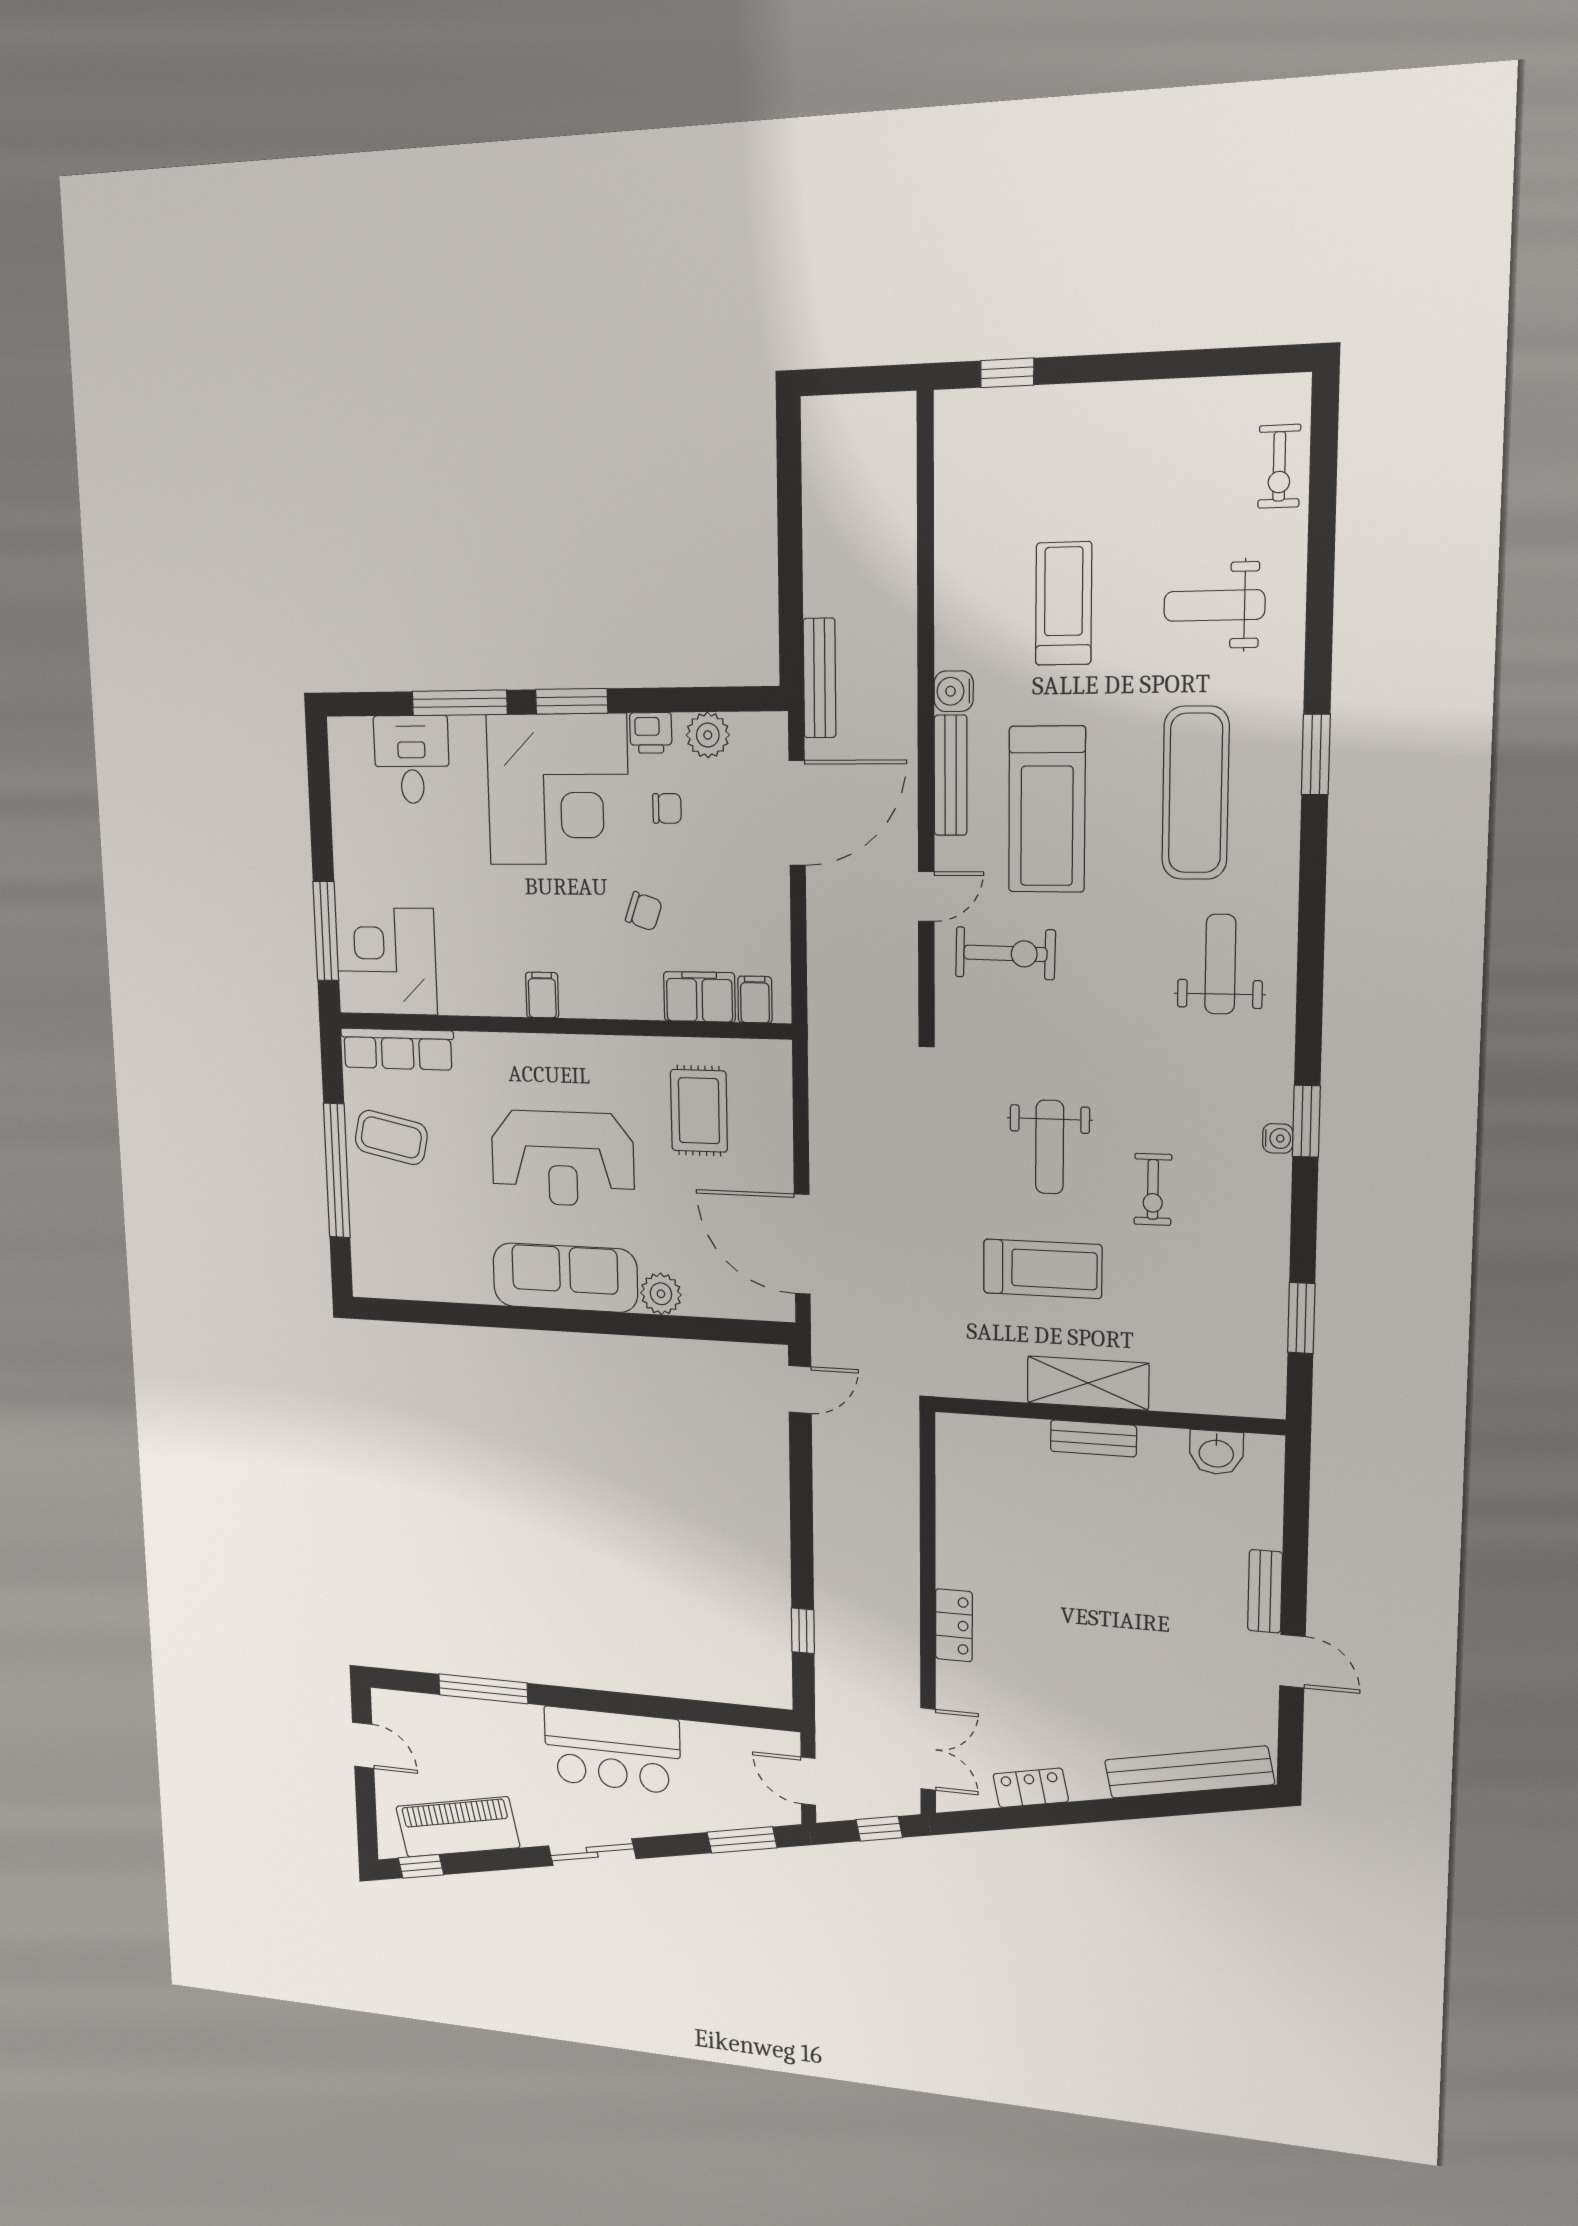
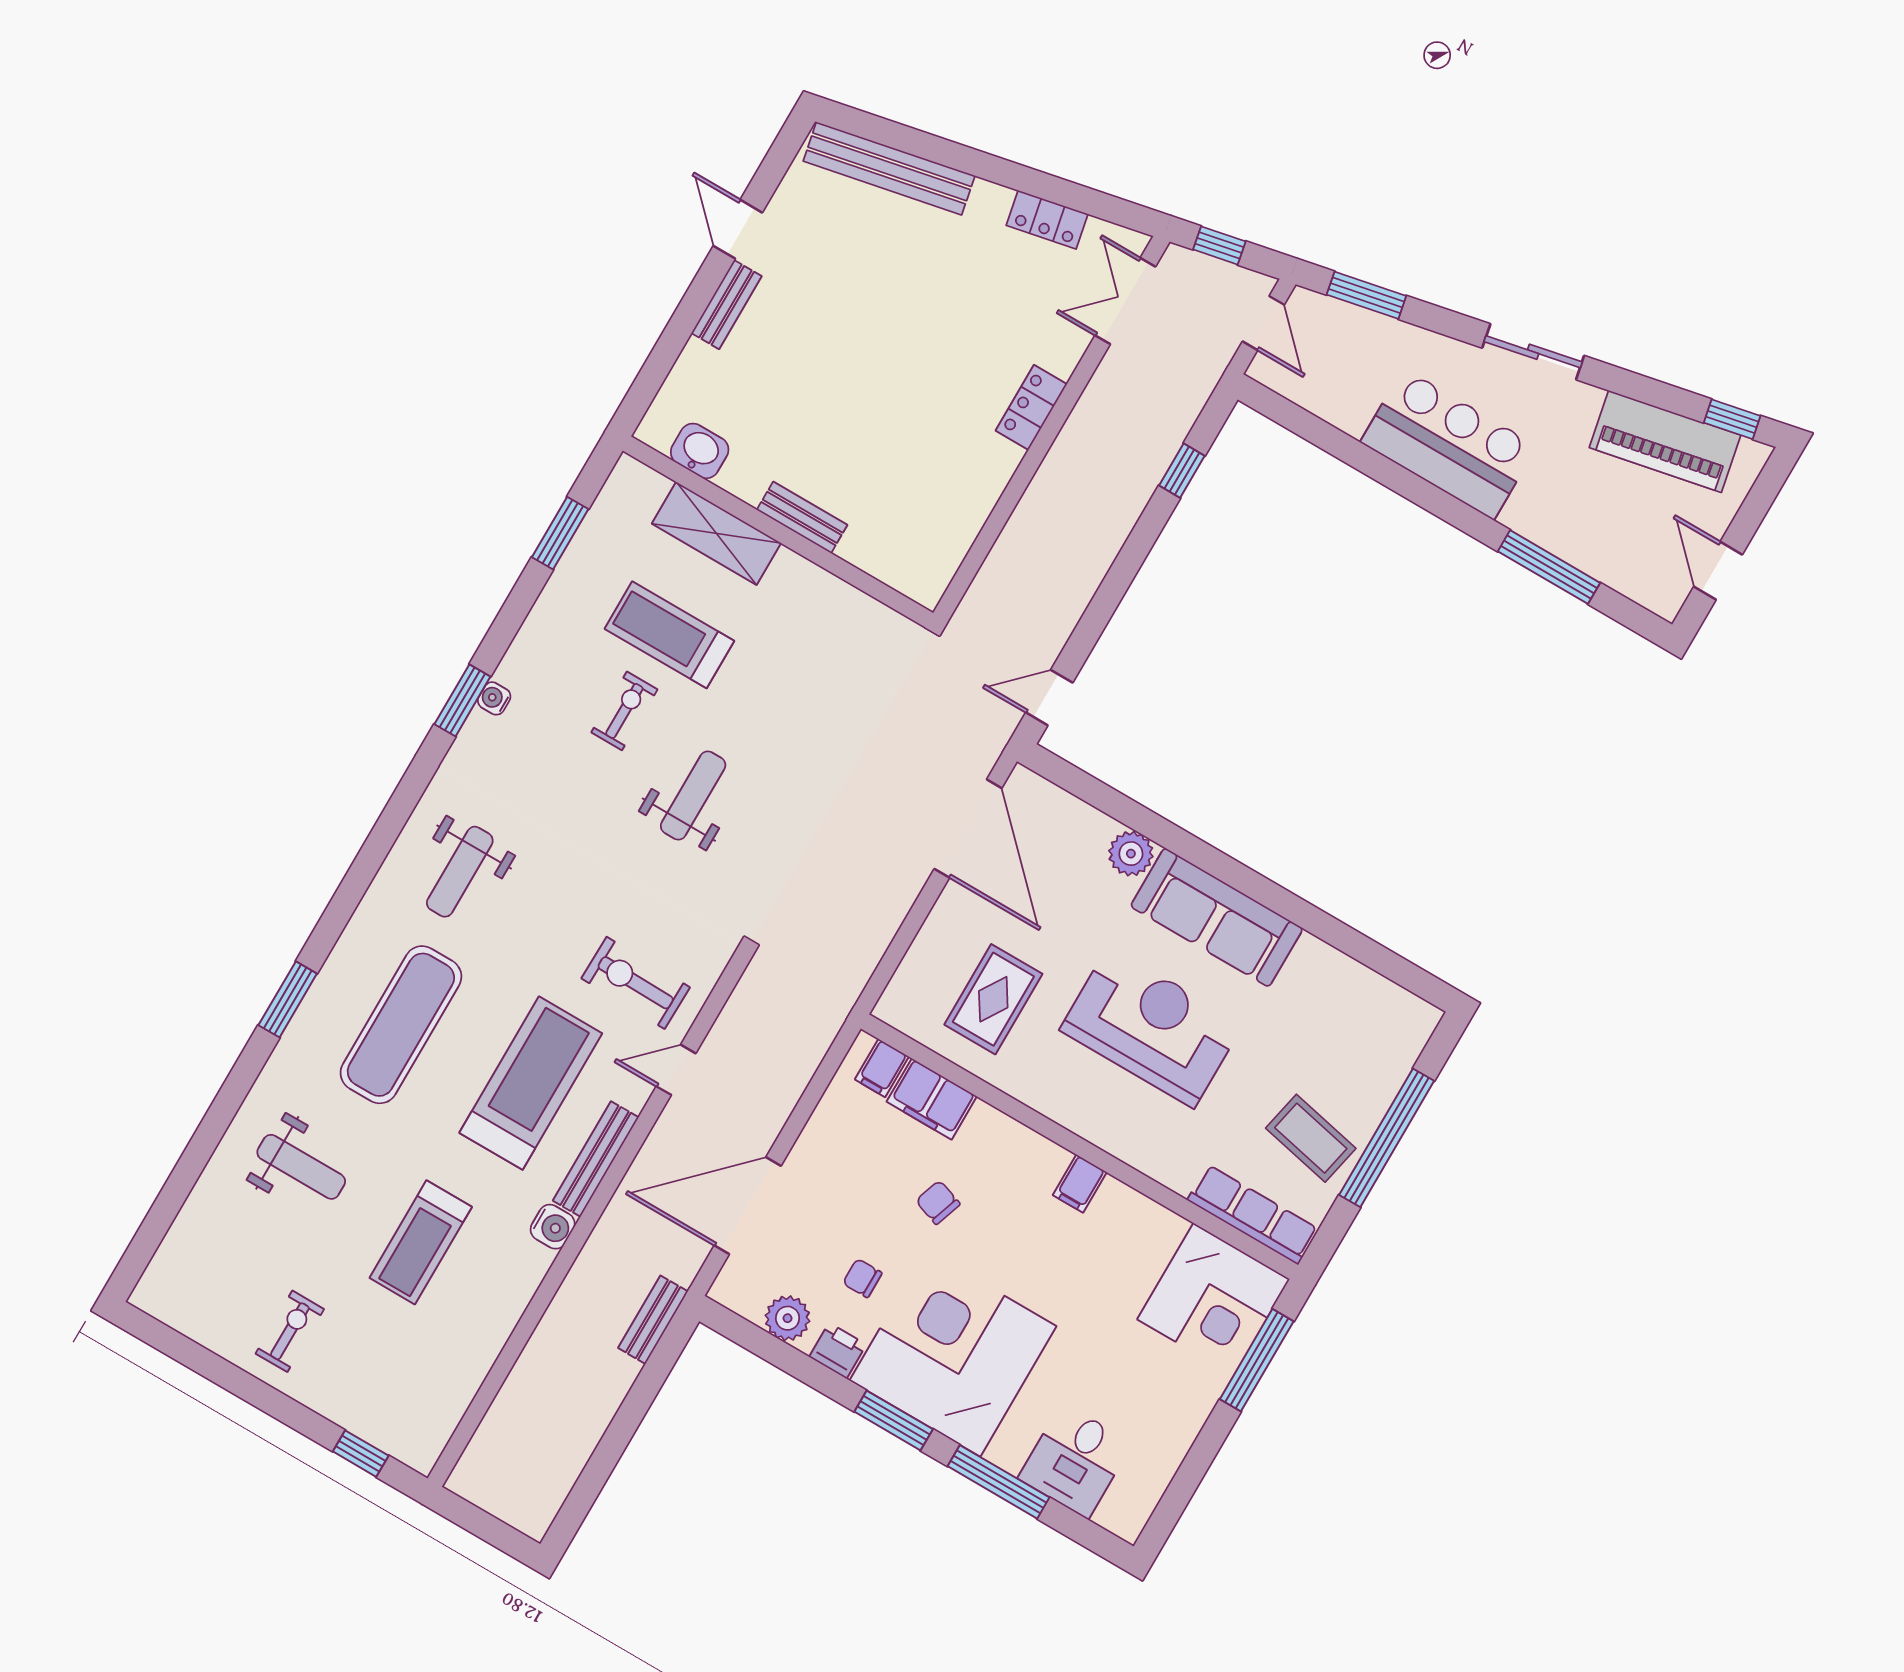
exercise bike: (1279, 466) -> (290, 1331), moved
bench: (820, 678) -> (653, 1320), width x0.73
treadmill: (1042, 1269) -> (669, 635), moved
shelving: (1088, 1383) -> (716, 533), moved

